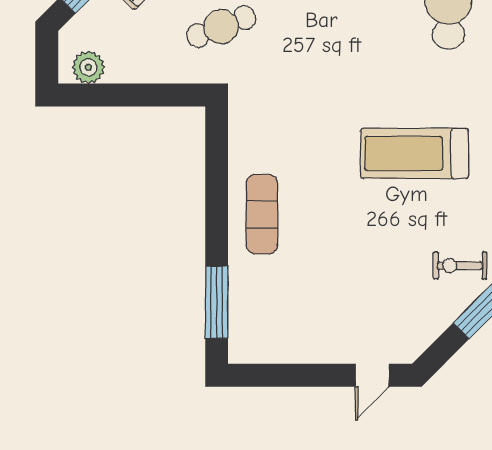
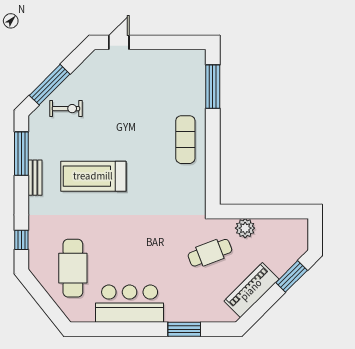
plant: (88, 67) -> (245, 228), moved
treadmill: (414, 153) -> (93, 176), turned 180

